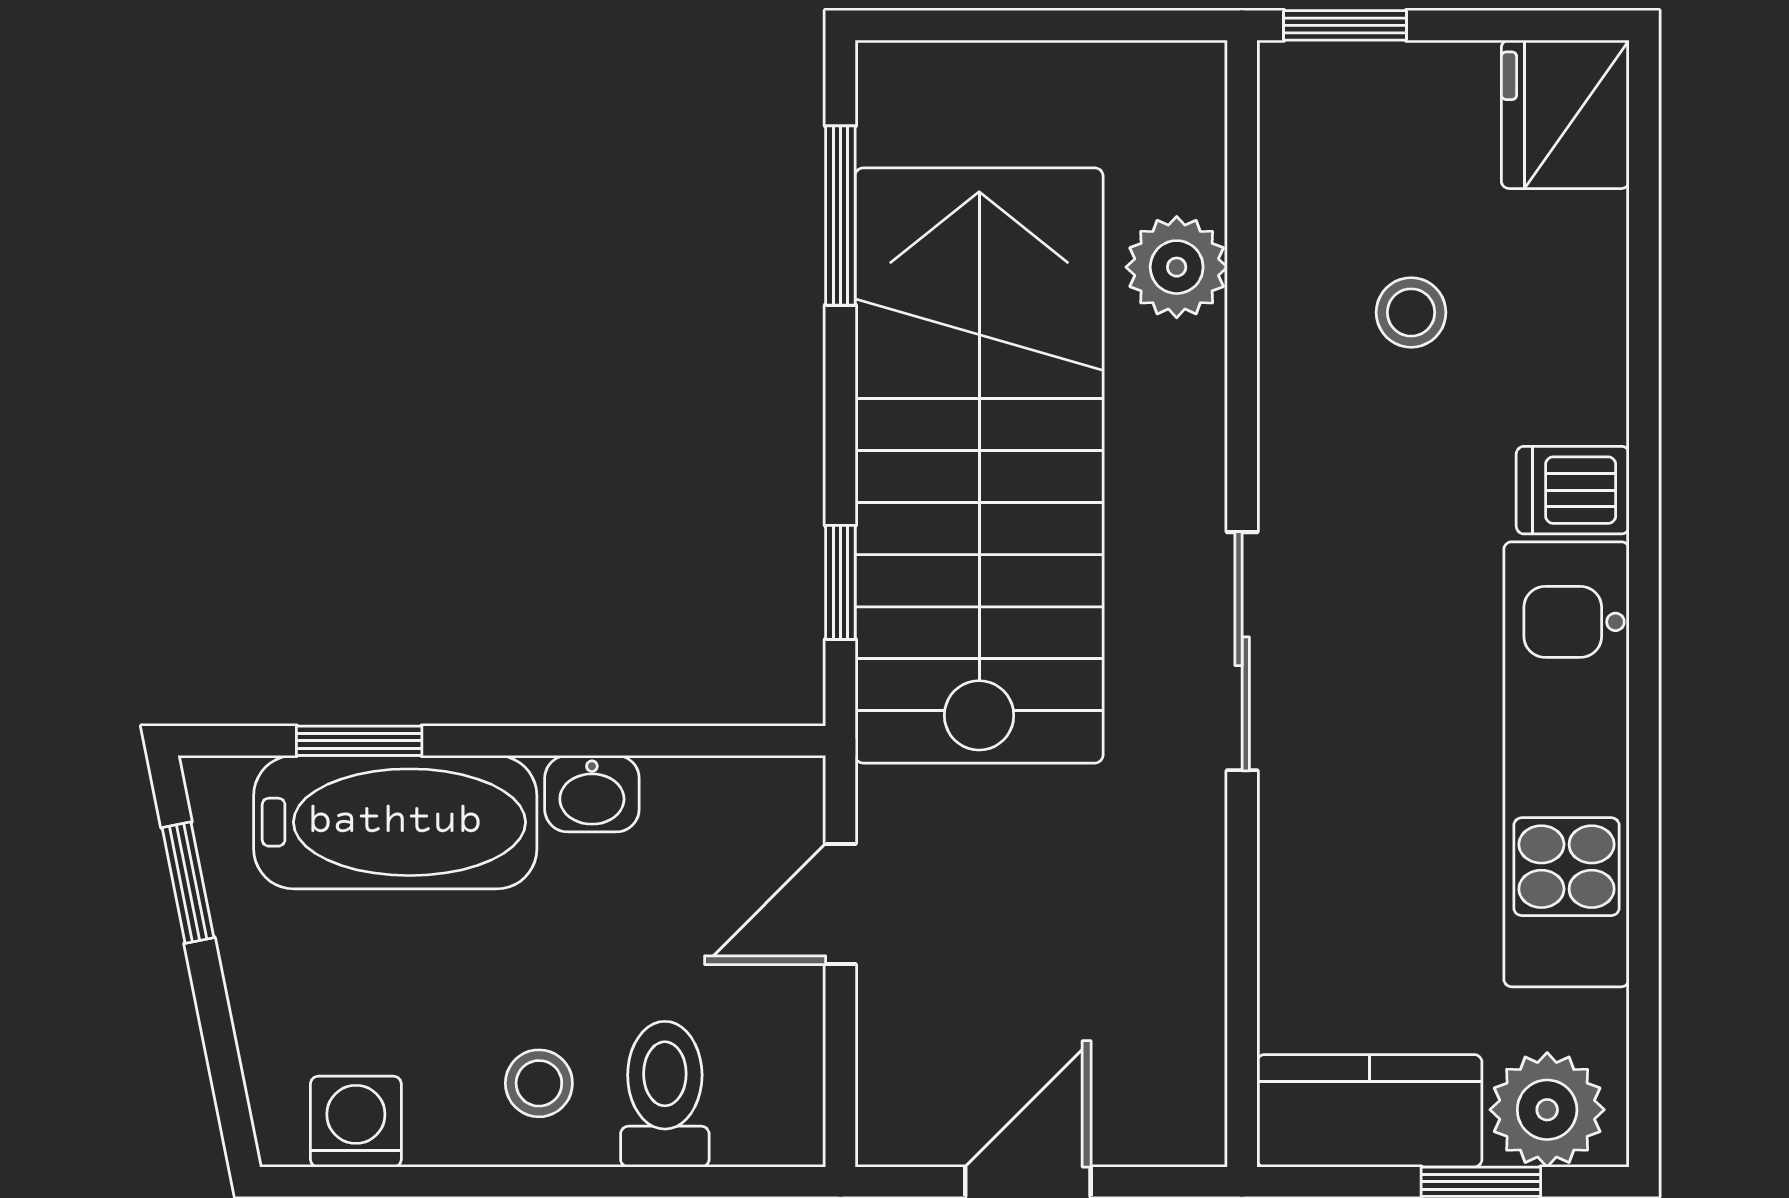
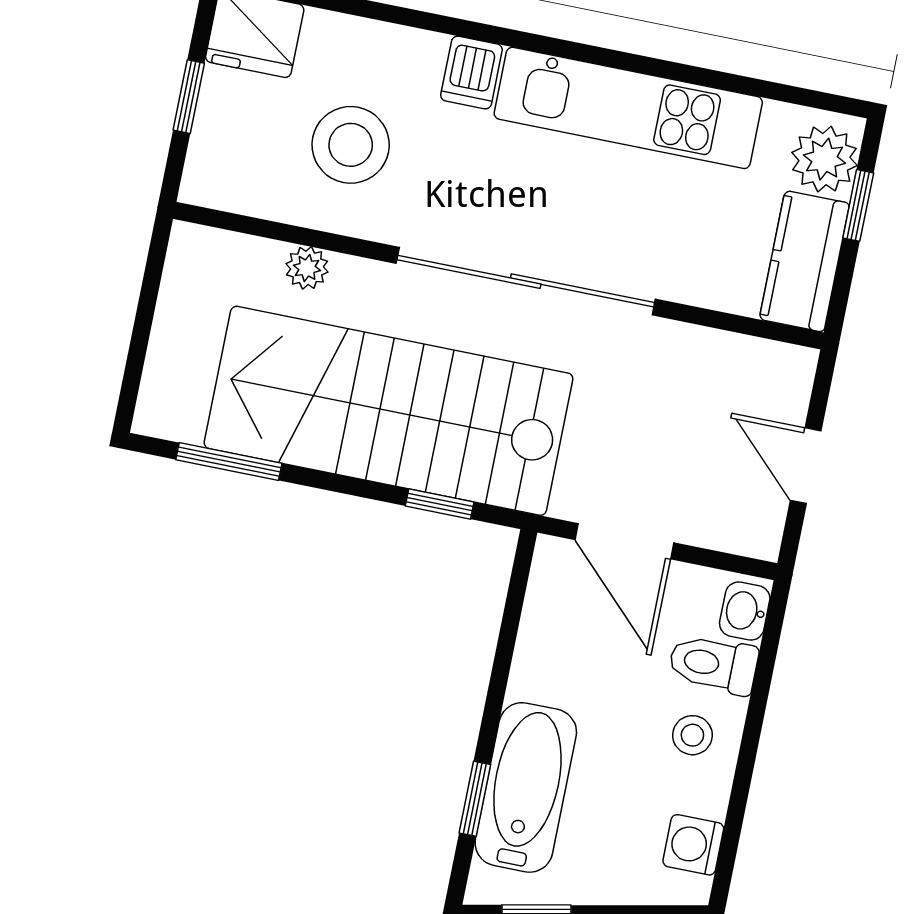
window: (1345, 25) -> (189, 97), moved
plant: (1177, 267) -> (307, 268), width x0.73, depth x0.73
stool: (1411, 312) -> (351, 145), width x1.89, depth x1.89
sliding door: (1242, 651) -> (526, 281), width x1.86
washbasin: (592, 794) -> (745, 611), moved, turned 180
door: (840, 904) -> (624, 541), width x1.38

